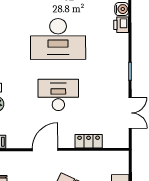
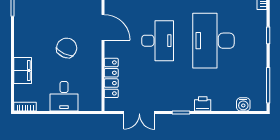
printer: (121, 25) -> (203, 104), moved
locker: (89, 141) -> (111, 78), width x1.53

